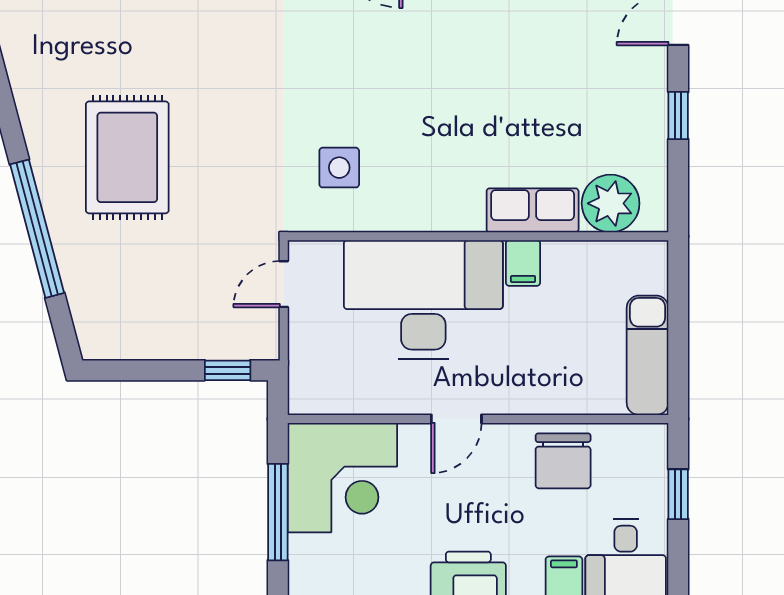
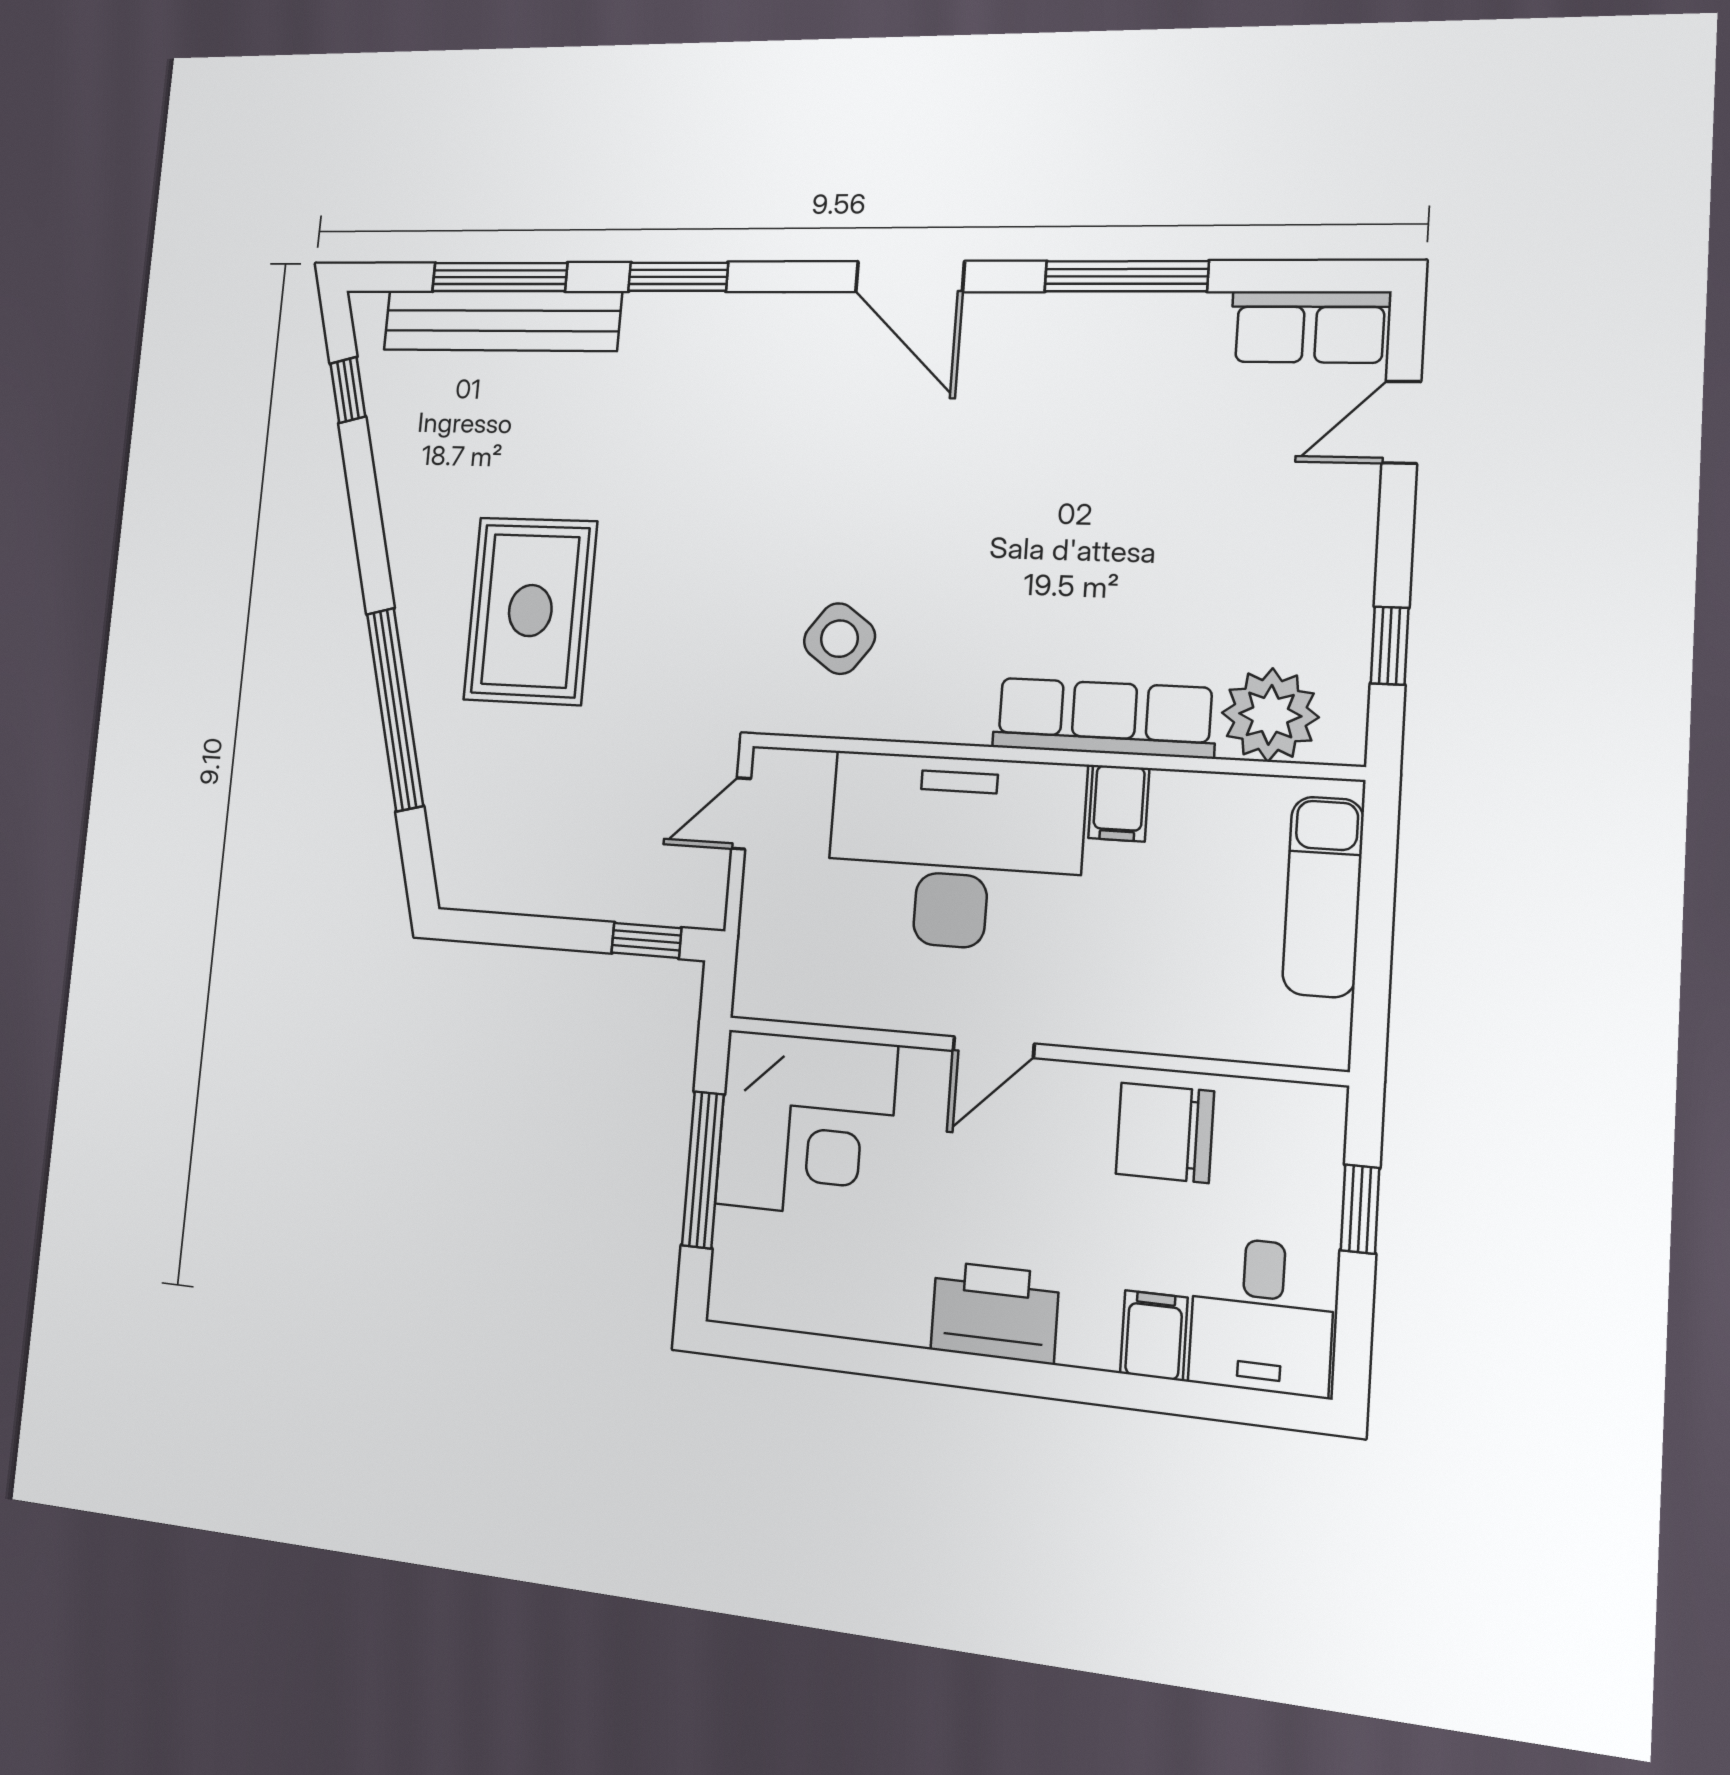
window: (678, 115) -> (1390, 646), moved
side table: (339, 168) -> (839, 639), turned 36
row of seats: (533, 210) -> (1104, 718), width x1.48
exam couch: (648, 355) -> (1323, 897), moved
chair: (563, 461) -> (1165, 1133), turned 90

